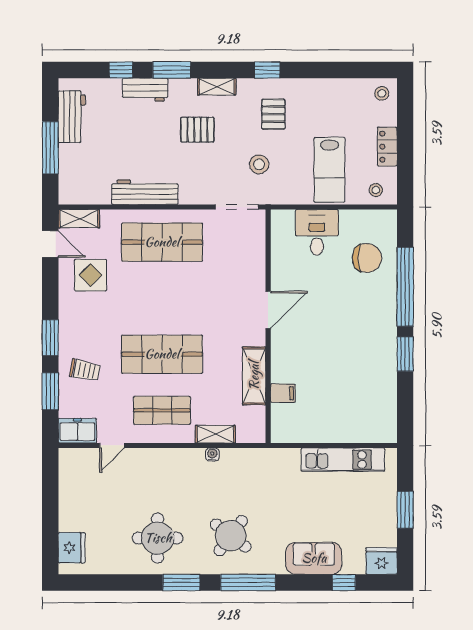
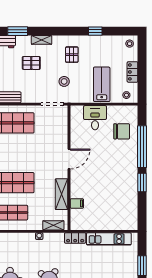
window: (267, 70) -> (95, 31), moved
lab bench: (329, 170) -> (102, 84), turned 180
shelving: (215, 434) -> (53, 225), moved
locker: (280, 458) -> (75, 238), added

